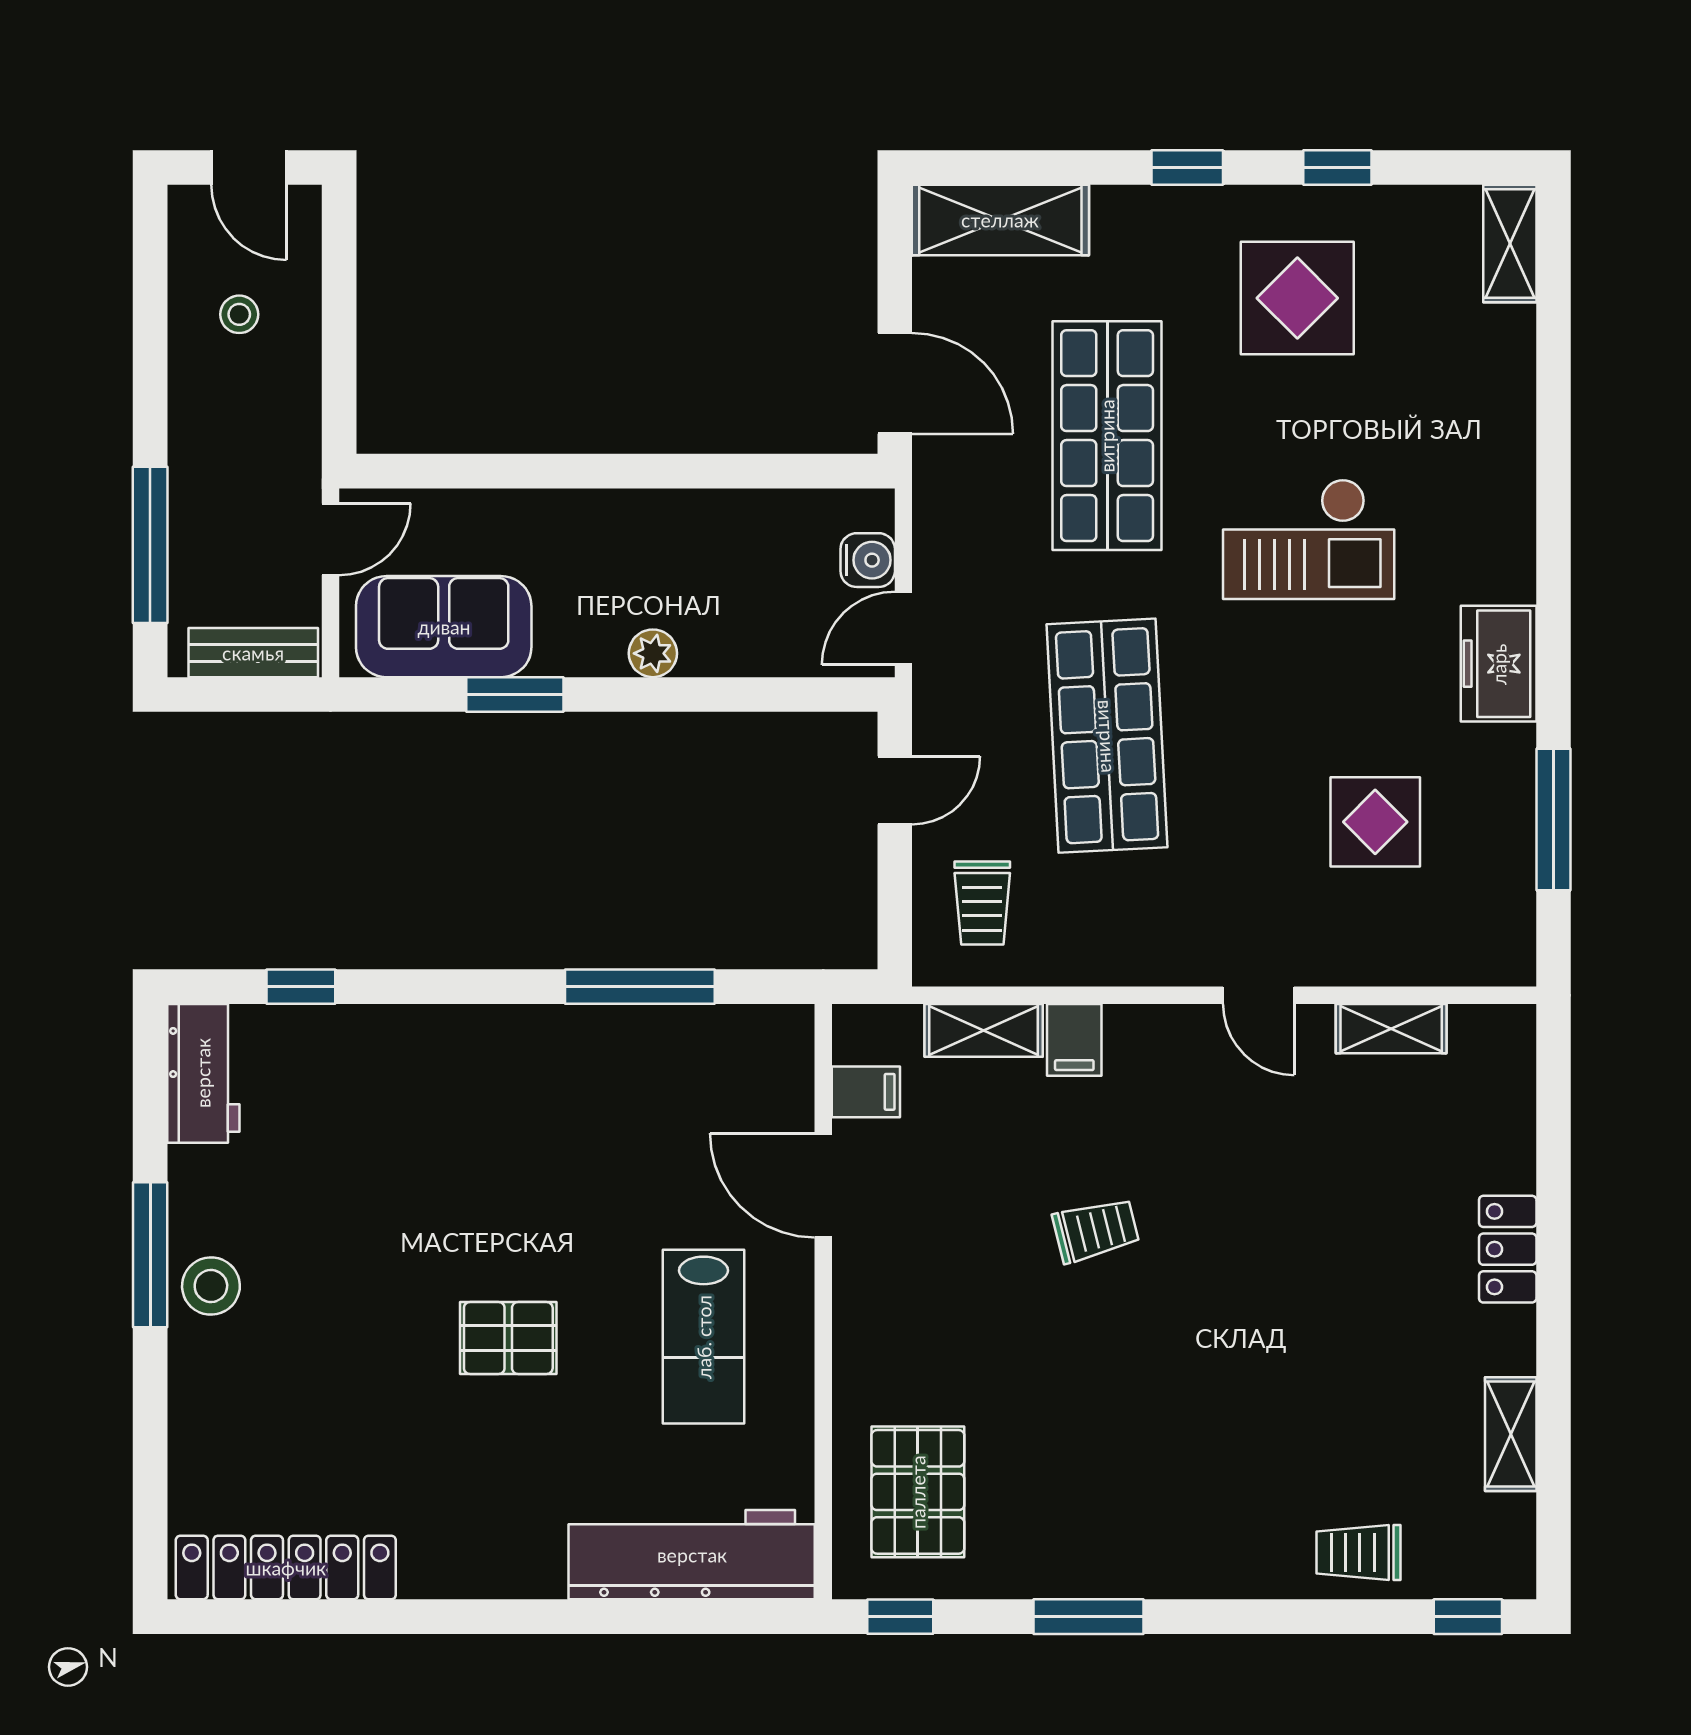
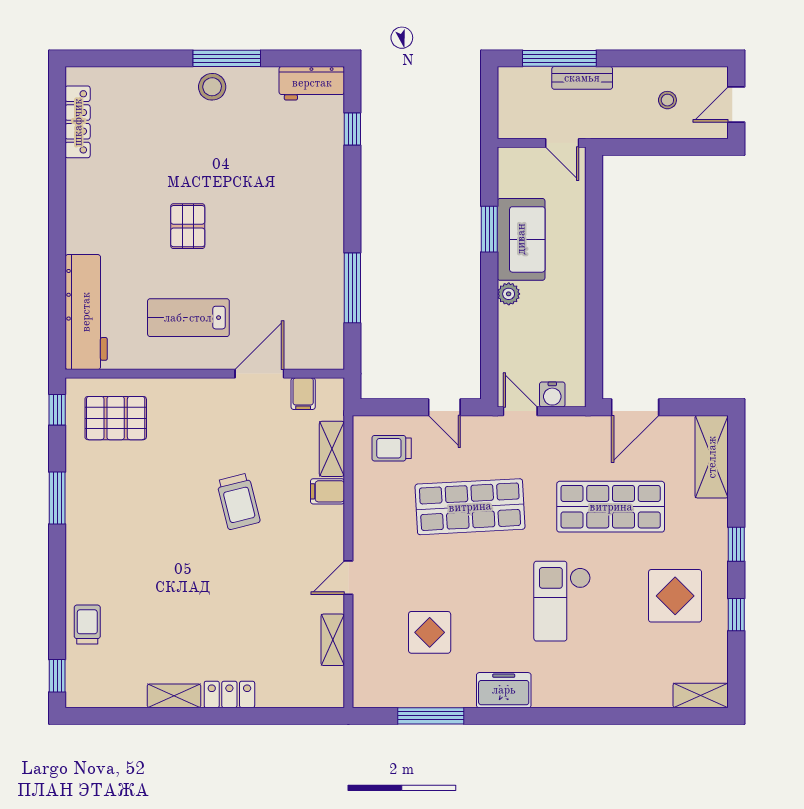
sofa: (444, 627) -> (521, 239), moved
bench: (253, 653) -> (582, 78), moved, turned 90
trolley: (1096, 1230) -> (238, 501), width x1.36, depth x1.39
shelving: (1511, 1434) -> (174, 696), moved
locker: (286, 1568) -> (78, 122), width x0.71, depth x0.83

